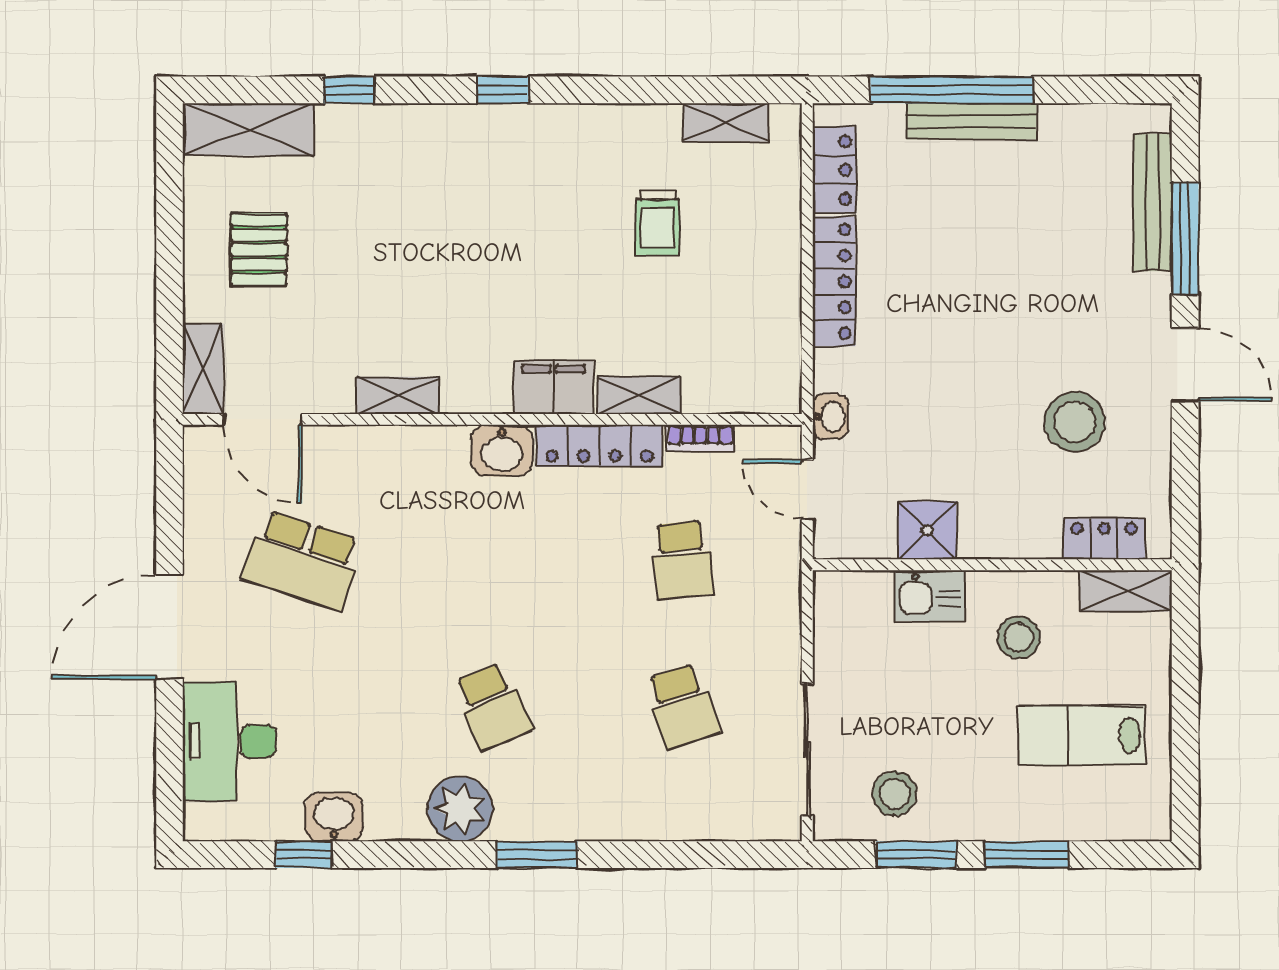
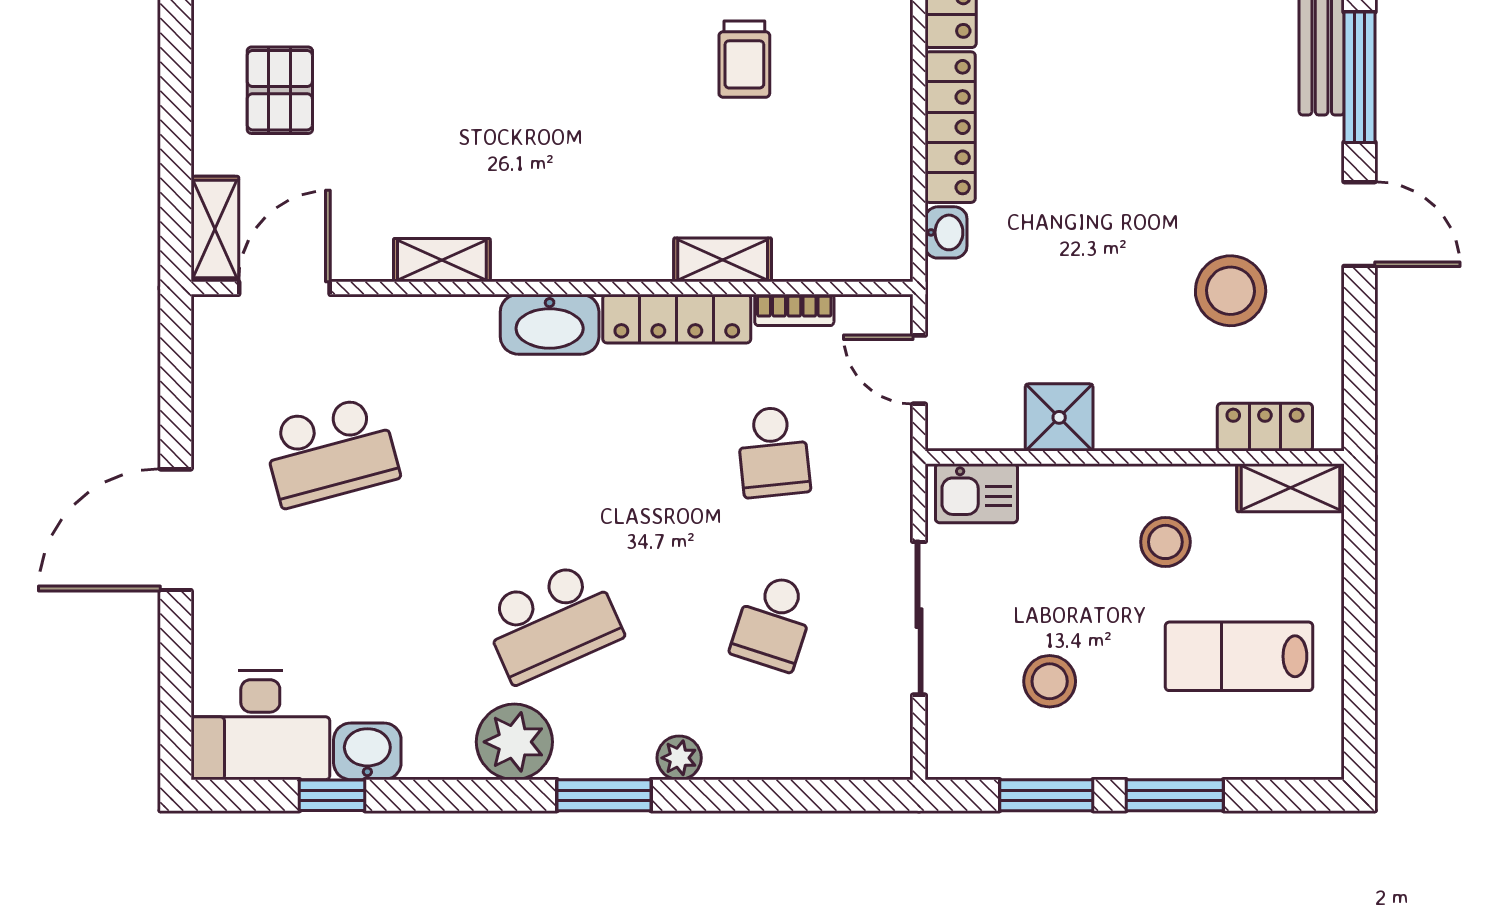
filing cabinet: (553, 387) -> (623, 251), removed
washbasin: (830, 417) -> (946, 232), moved
door: (263, 419) -> (284, 288), swing flipped
washbasin: (502, 450) -> (550, 324), width x1.38
school desk: (302, 560) -> (331, 452), turned -33
kitchen sink: (930, 595) -> (976, 493), moved
school desk: (492, 706) -> (552, 622), width x1.85
school desk: (682, 706) -> (773, 622), turned 36
desk: (229, 741) -> (260, 725), moved, turned -90
sliding door: (807, 750) -> (919, 618), moved
stool: (895, 794) -> (1050, 681), moved
plant: (601, 822) -> (679, 758), added

